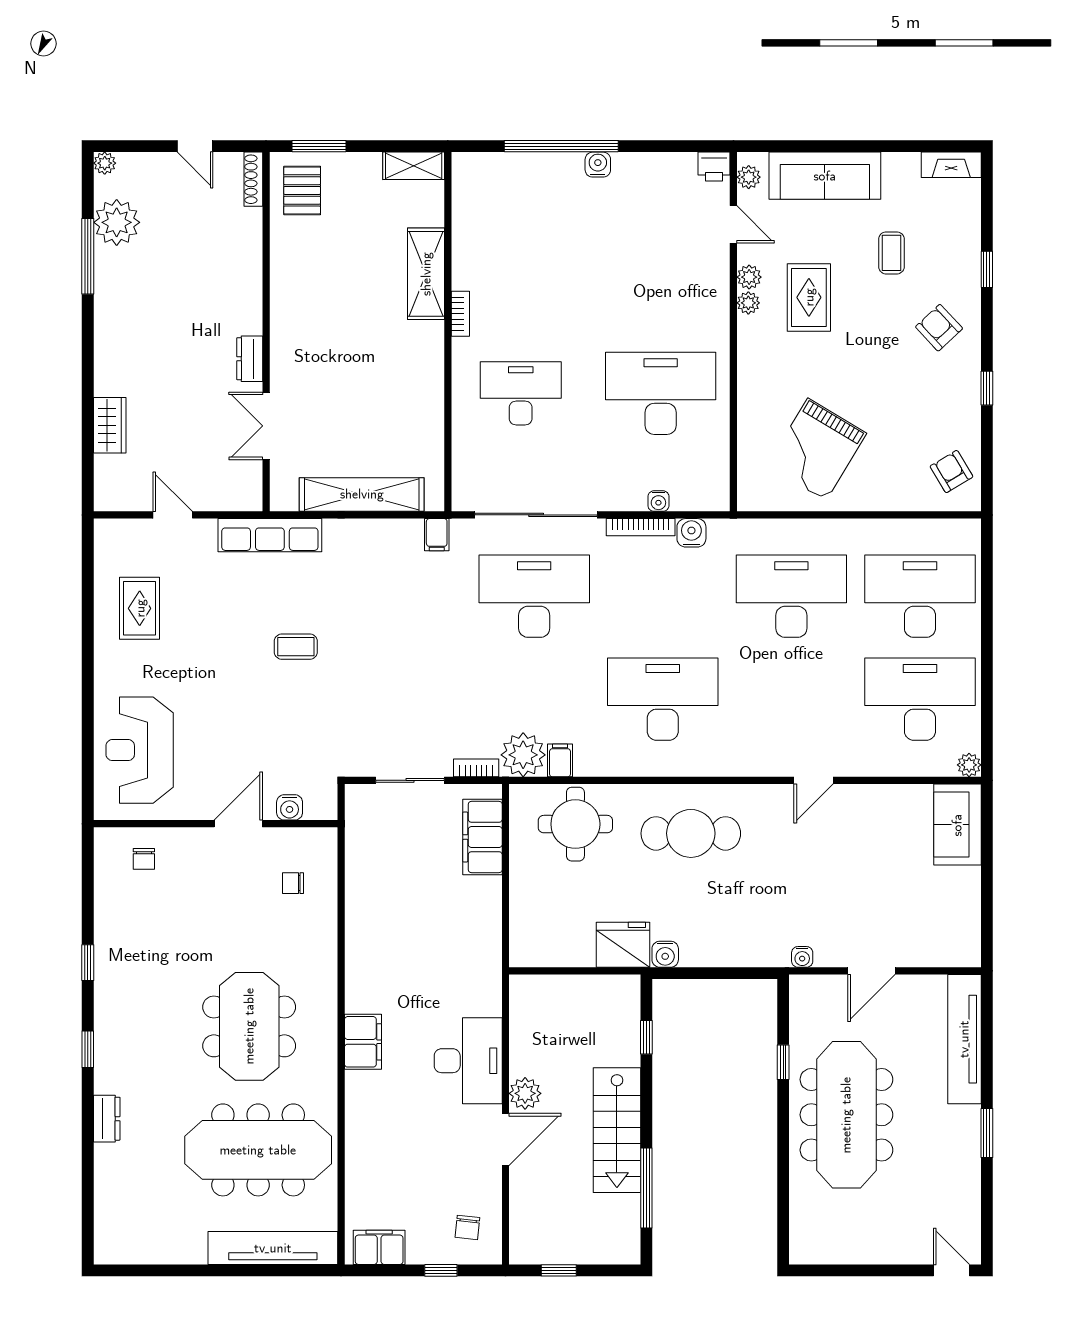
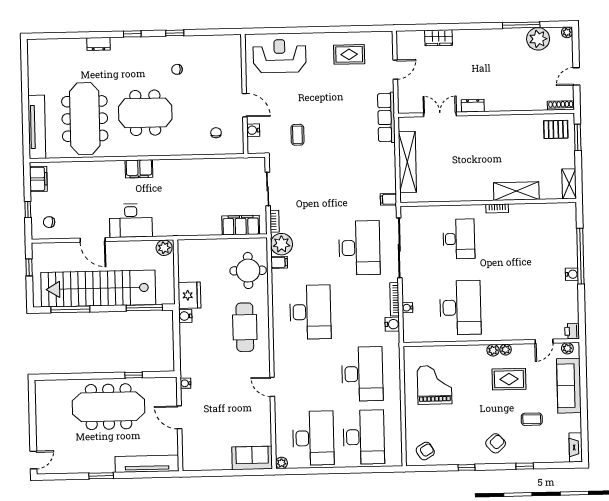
plant: (749, 277) -> (493, 350), moved
grand piano: (817, 449) -> (435, 385), turned 59
coffee table: (296, 647) -> (297, 135), moved
chair: (144, 859) -> (177, 69), moved
window: (646, 1037) -> (144, 308), width x2.17
plant: (525, 1093) -> (164, 248), moved
stairs: (617, 1130) -> (98, 288), width x1.86, depth x1.51

